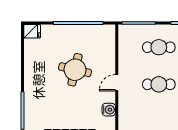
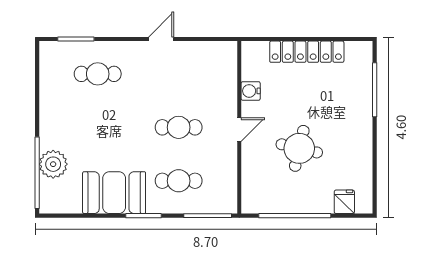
fridge: (32, 31) -> (344, 202), moved, turned 90

